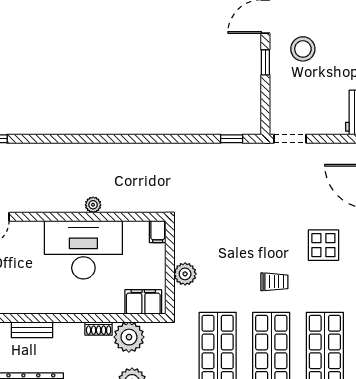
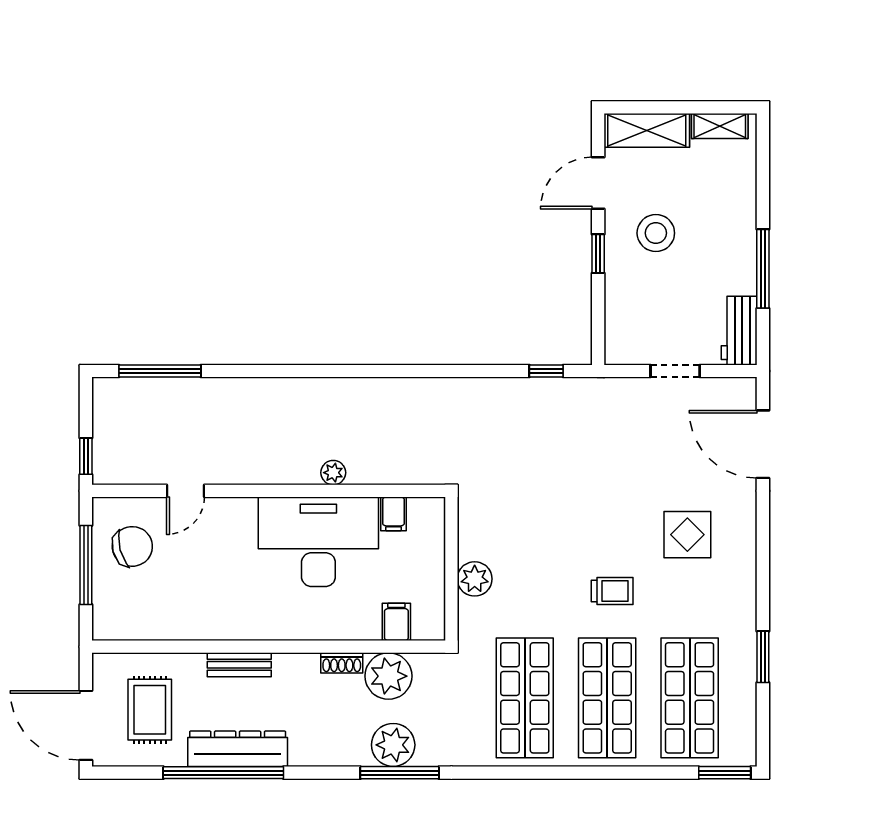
doorway: (290, 139) -> (675, 371), moved
filing cabinet: (158, 232) -> (393, 514), moved
filing cabinet: (143, 302) -> (396, 622), width x0.50

